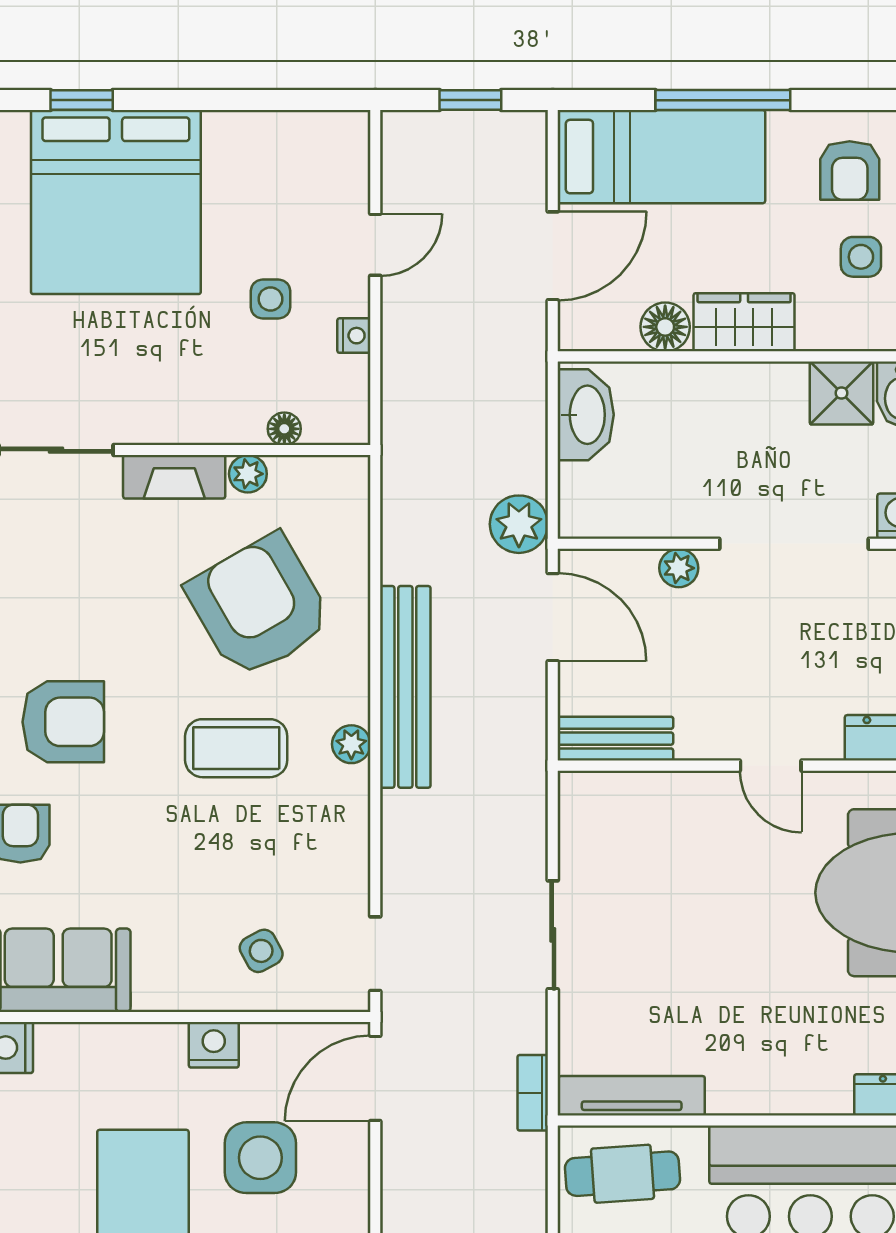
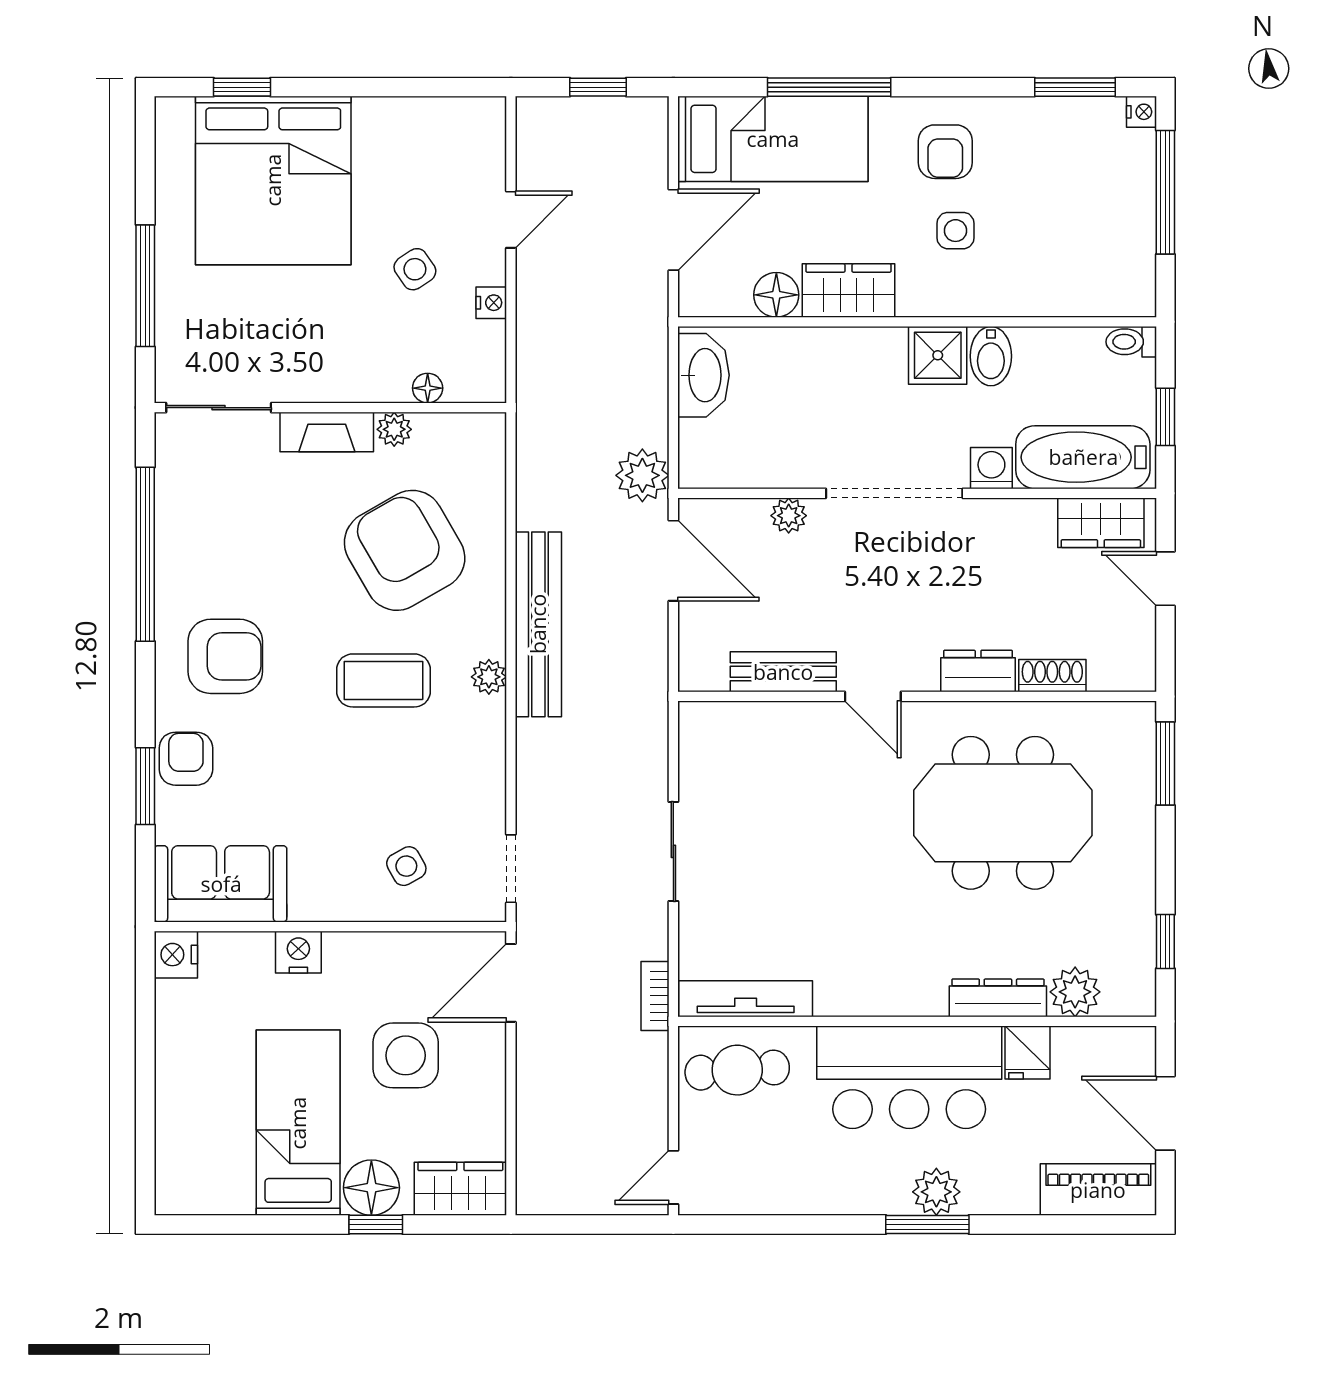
side table: (270, 299) -> (415, 269), turned -34
bench: (615, 739) -> (783, 672), moved
nightstand: (214, 1045) -> (298, 952), moved

